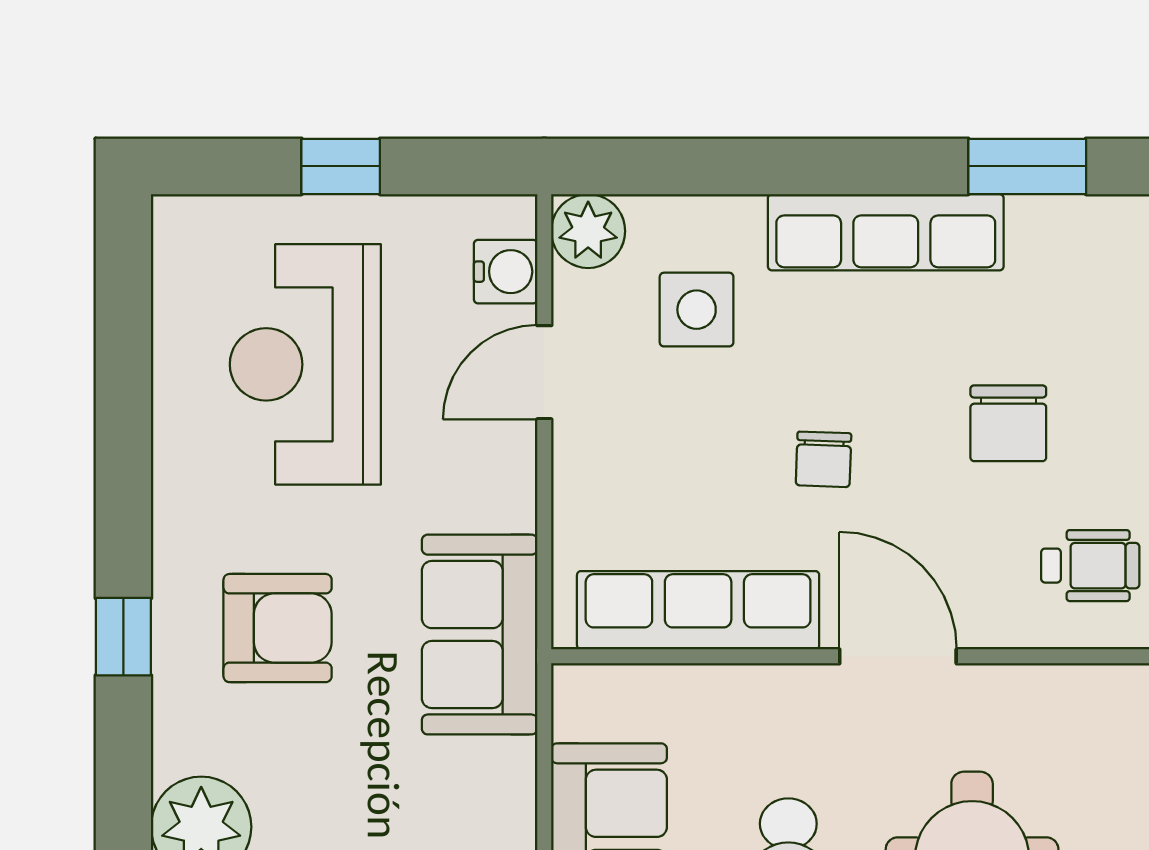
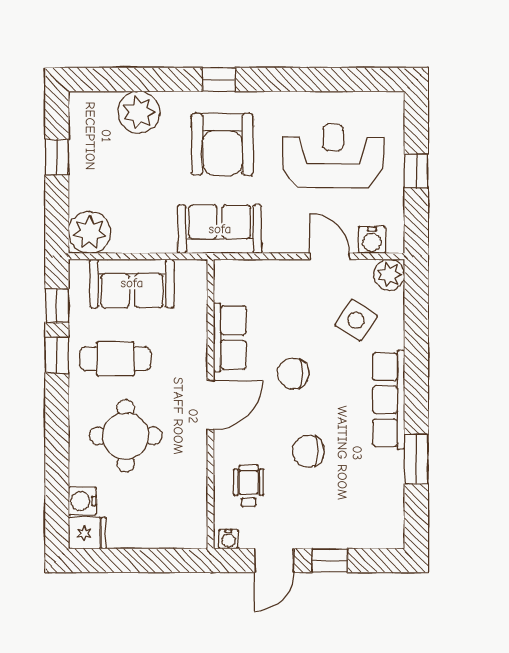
side table: (697, 310) -> (356, 320), turned 33
chair: (824, 459) -> (293, 374), width x1.37, depth x1.37
wheelchair: (1090, 566) -> (249, 486), turned 180
row of seats: (698, 610) -> (230, 337), width x0.68
armchair: (278, 628) -> (222, 144), width x1.36, depth x1.36

